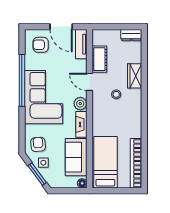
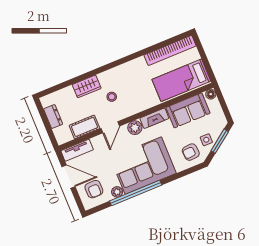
door: (61, 27) -> (68, 177), hinge flipped
dresser: (131, 35) -> (53, 117), moved
plant: (30, 64) -> (117, 192), added

